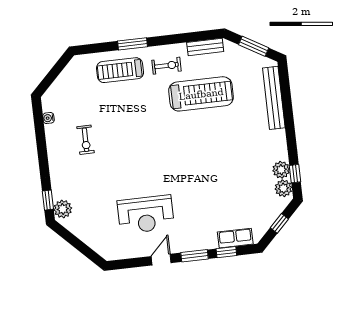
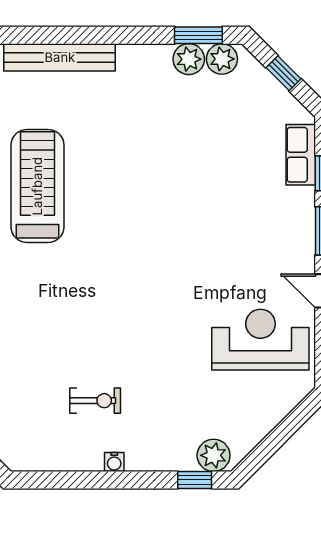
water cooler: (48, 118) -> (114, 462), moved
window: (295, 174) -> (198, 35), width x1.50
reception desk: (146, 214) -> (260, 340), moved, turned -90

